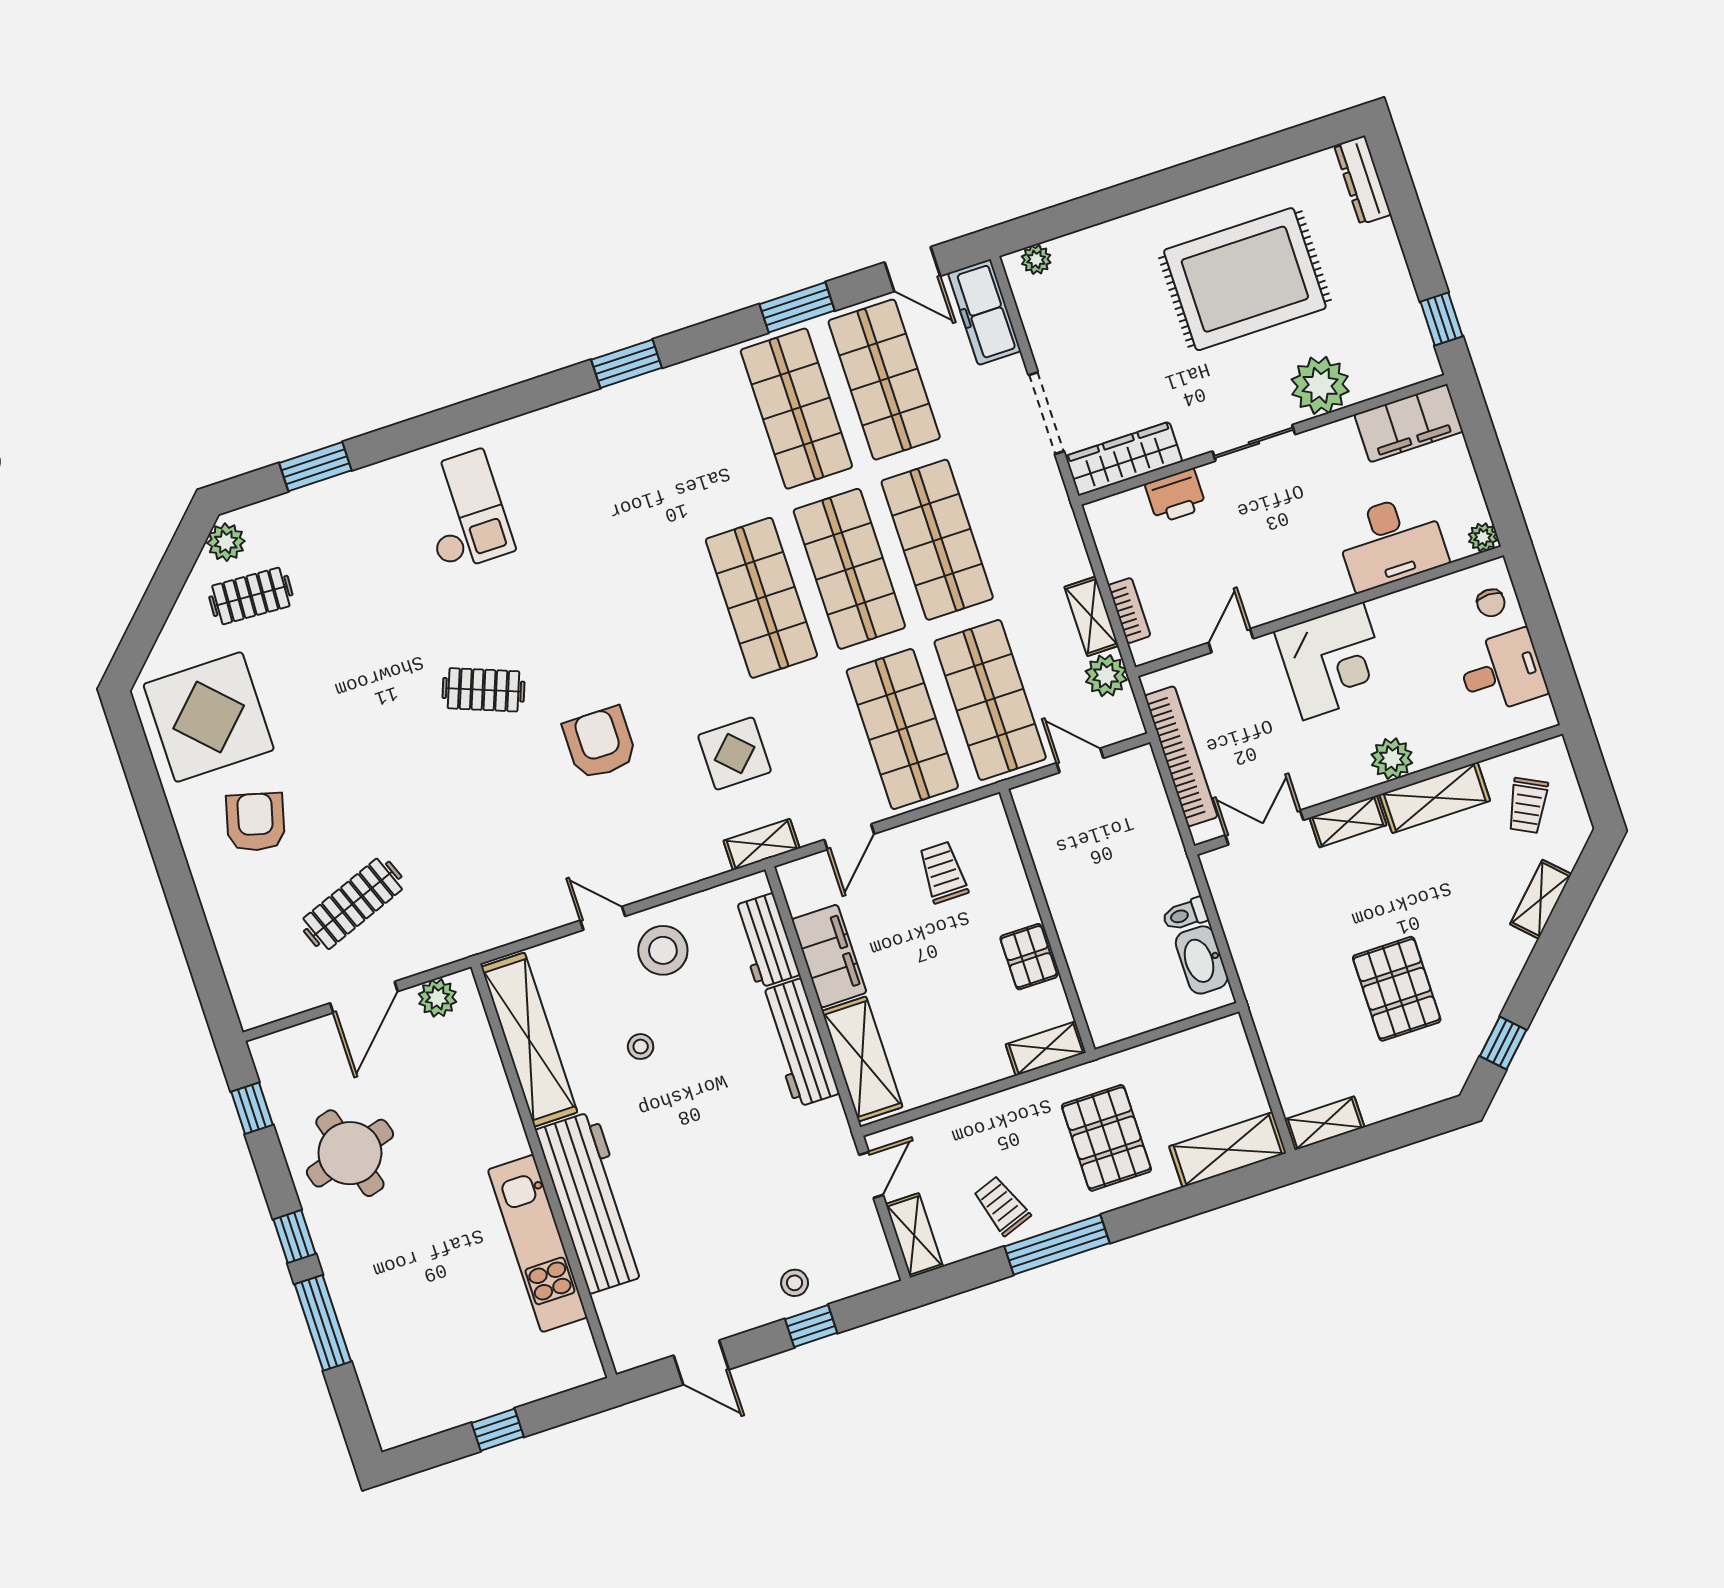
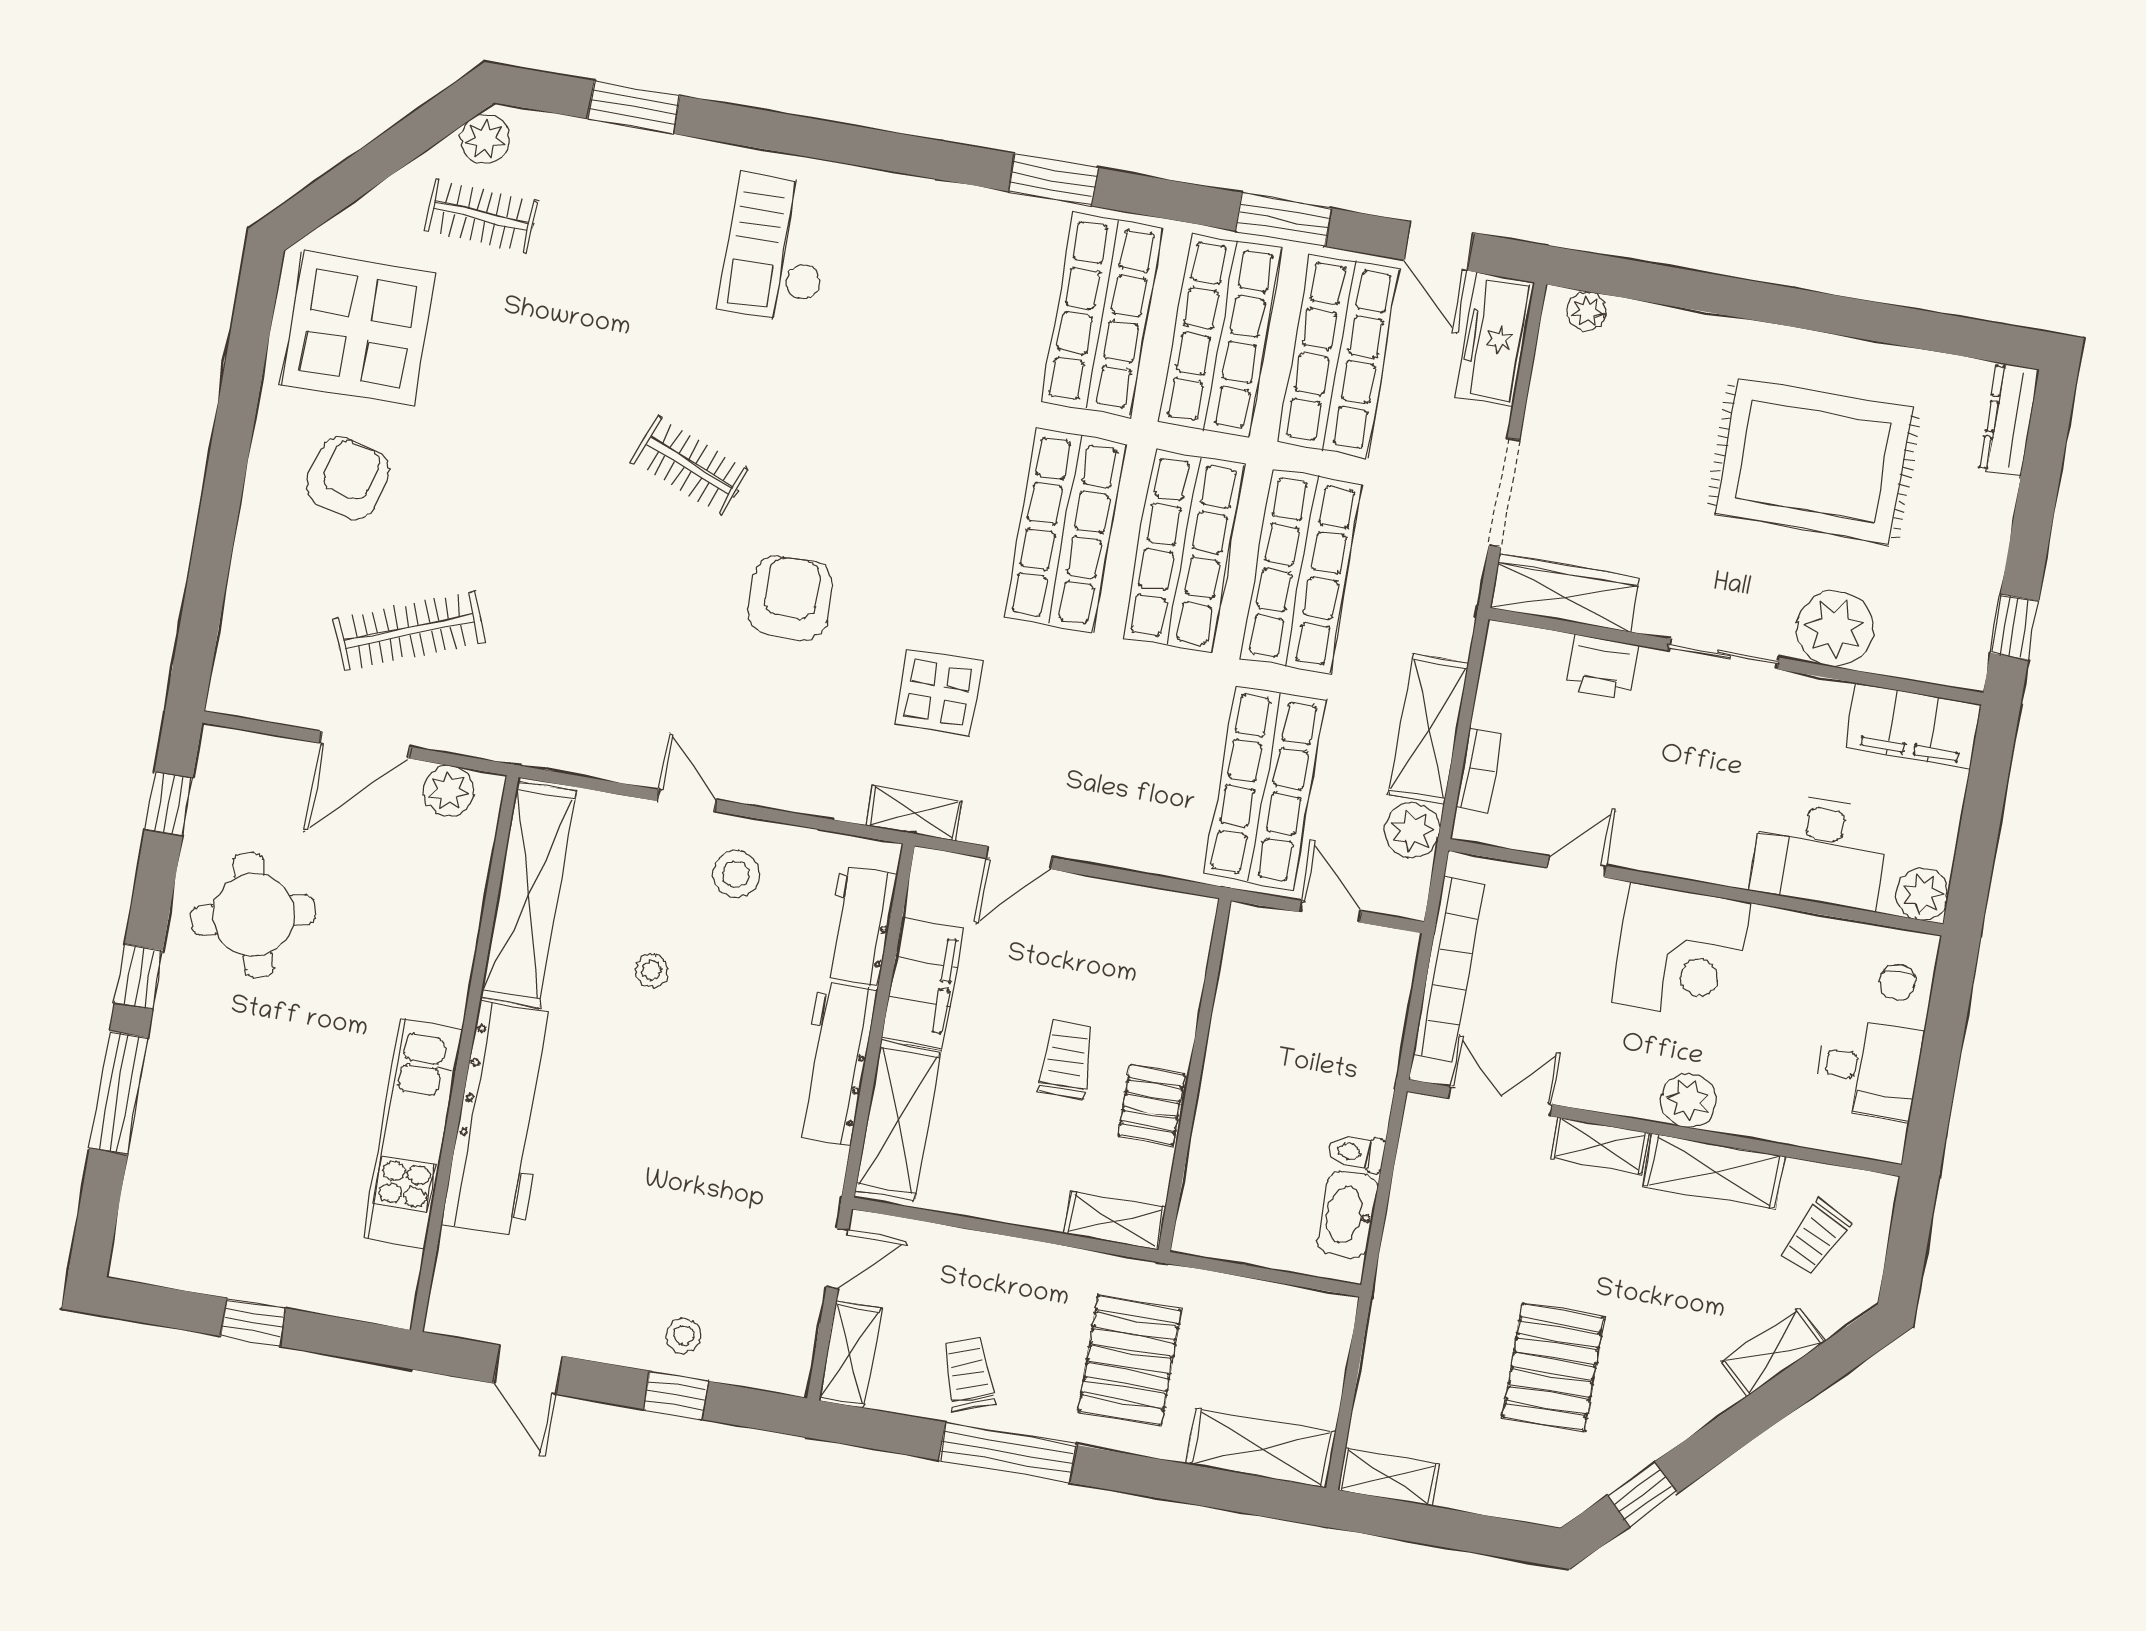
checkout: (464, 511) -> (776, 249), turned 180
plant: (1483, 537) -> (1922, 894), width x1.38, depth x1.38
shelving: (1091, 616) -> (1428, 729), width x1.50, depth x1.33
shop shelf: (902, 729) -> (1102, 315), moved
trolley: (943, 872) -> (1066, 1060), moved
stool: (663, 950) -> (736, 874), width x0.73, depth x0.73

